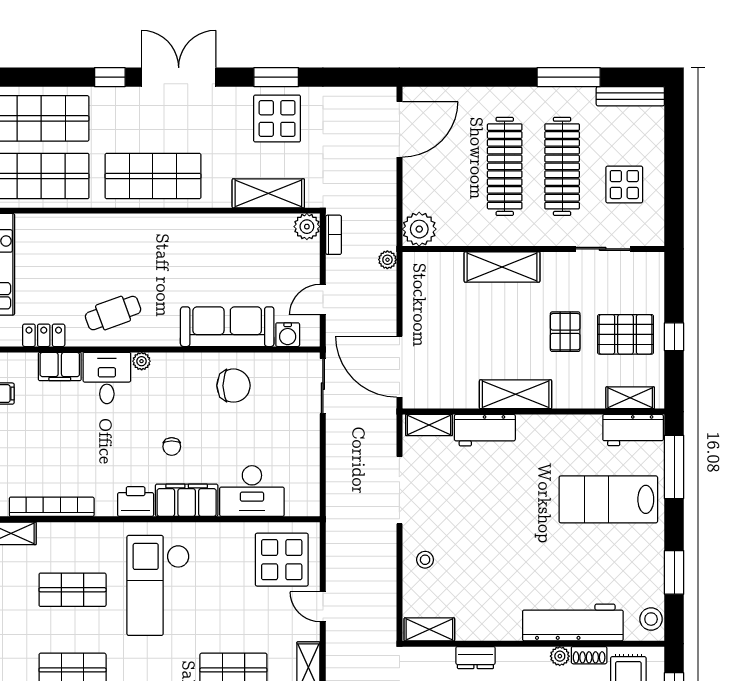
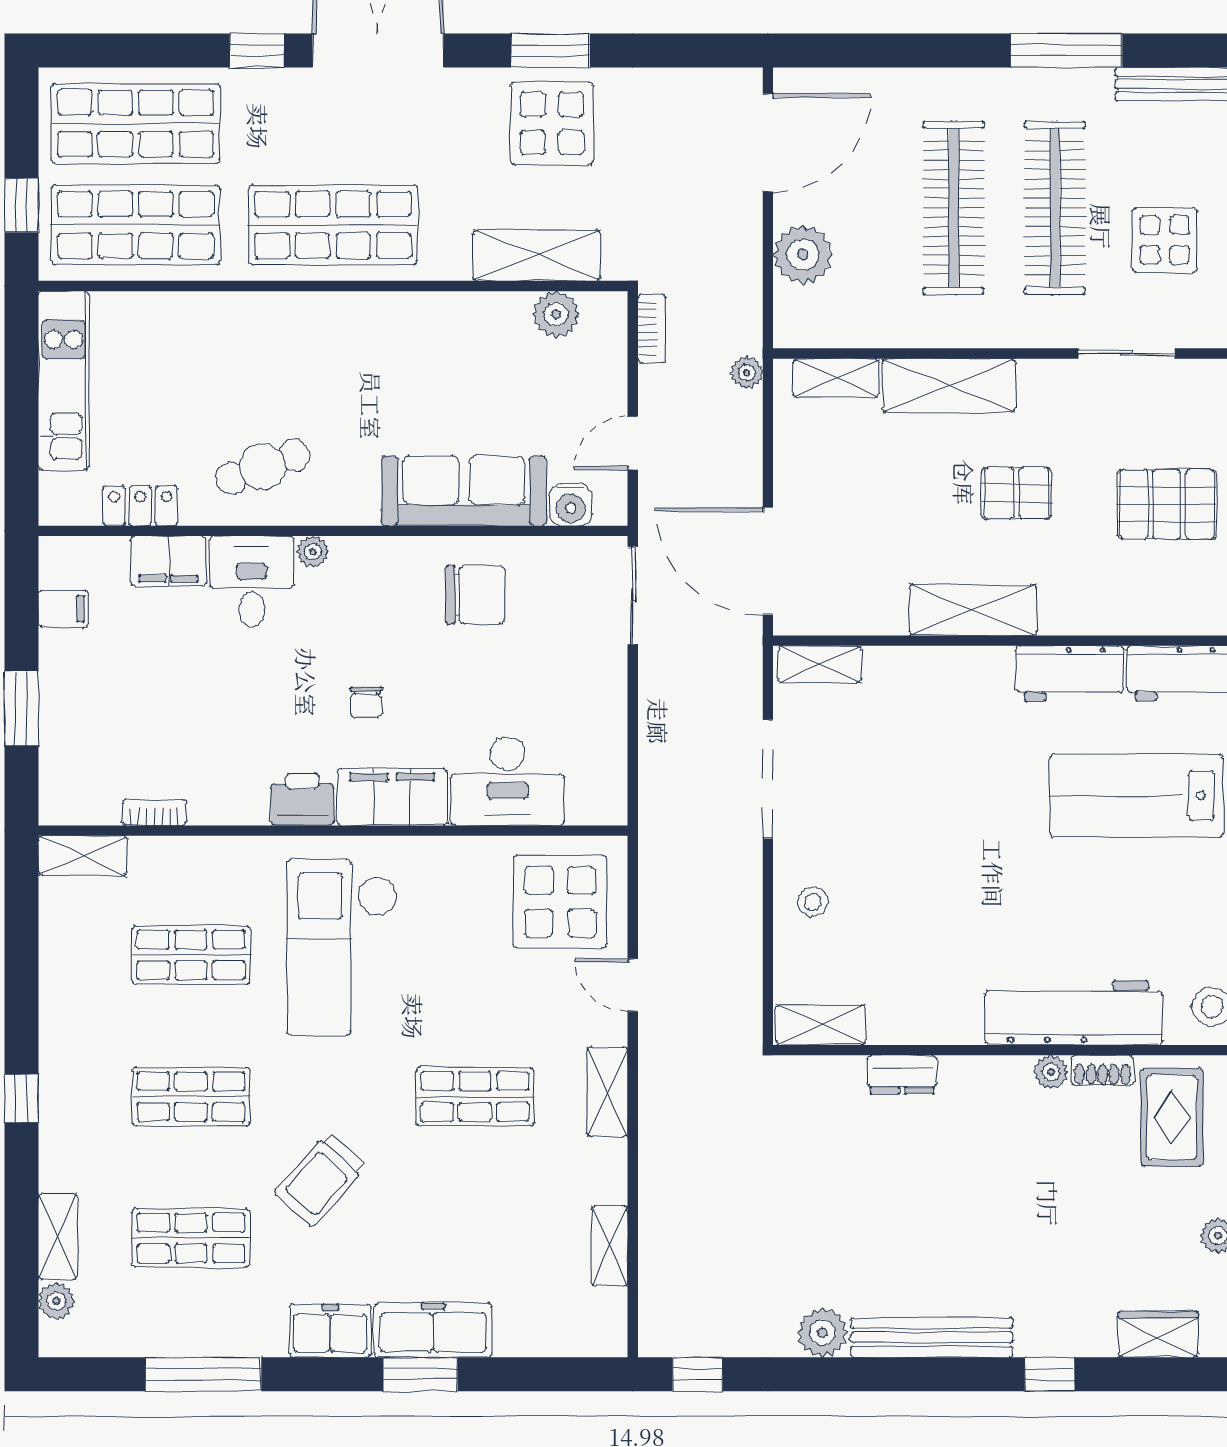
plant: (307, 227) -> (556, 314), moved
plant: (419, 229) -> (803, 255), moved
pallet: (565, 332) -> (1016, 493), moved, turned 90
shelving: (630, 398) -> (836, 378), moved
workbench: (485, 430) -> (1070, 673), moved
bookcase: (52, 507) -> (154, 813), width x0.43, depth x0.76

